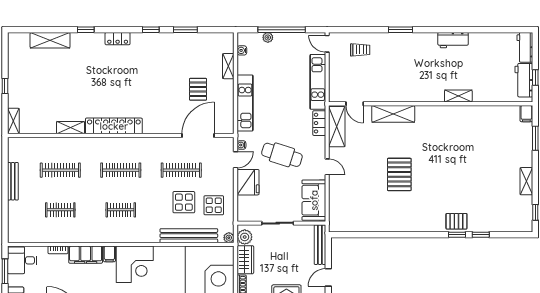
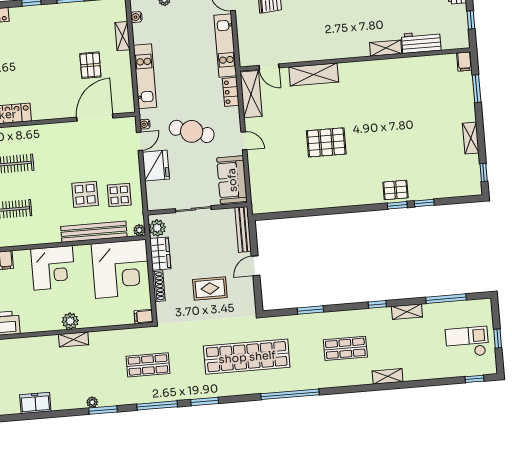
workbench: (524, 80) -> (421, 42), moved, turned 90
clothes rail: (181, 170) -> (79, 158), removed
pallet: (399, 174) -> (326, 142), turned 90
corner desk: (135, 264) -> (53, 268), moved

